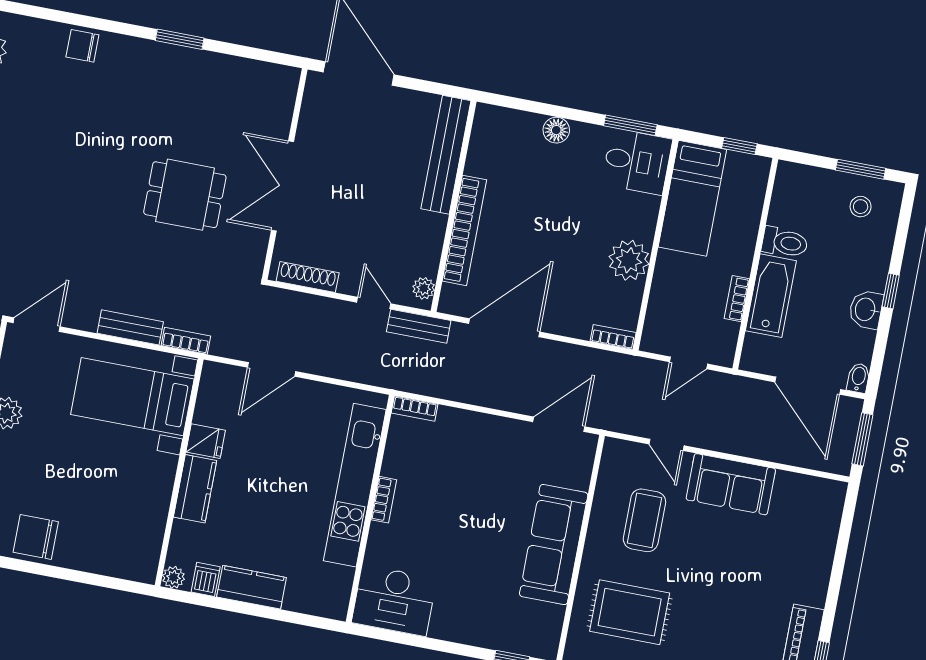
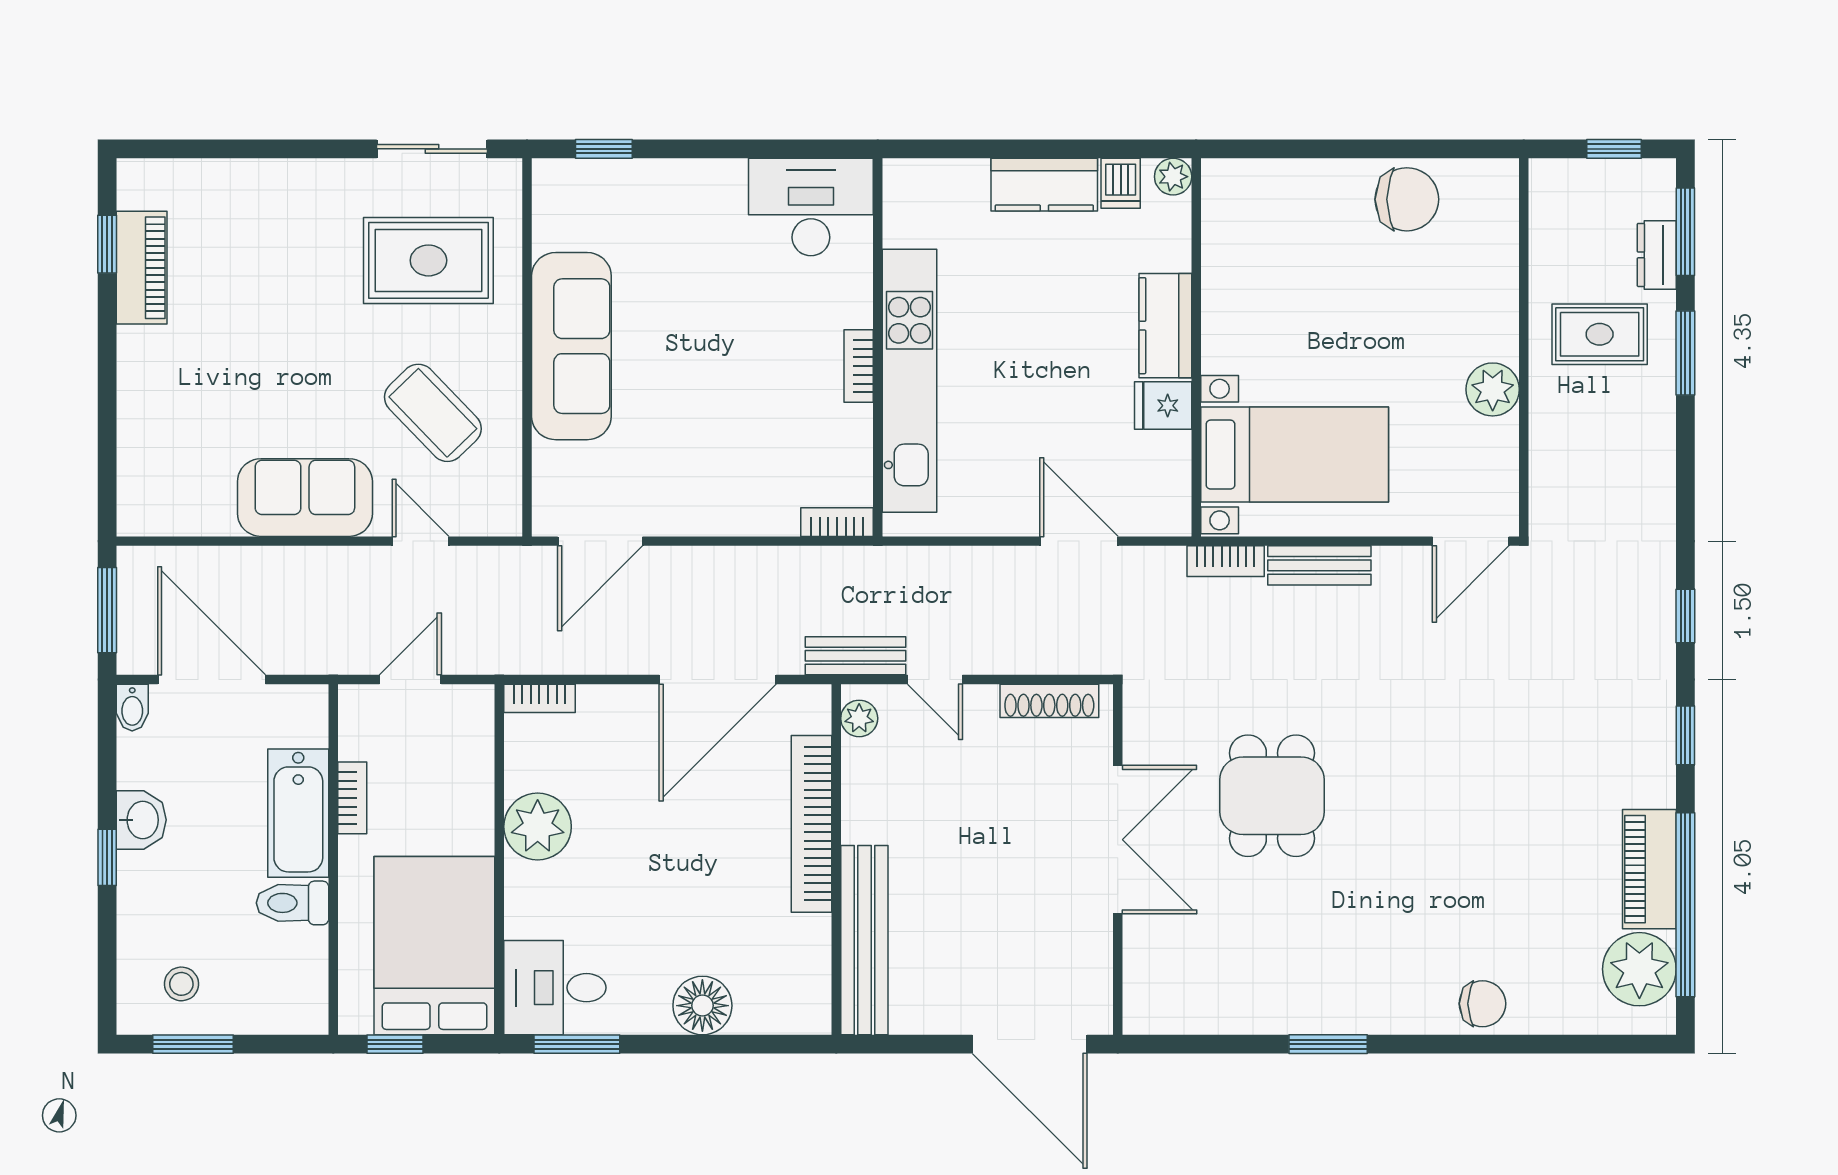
floor lamp: (556, 130) -> (702, 1006), width x1.38, depth x1.38
dining table: (185, 195) -> (1272, 796), turned 90
bed: (692, 198) -> (434, 946), width x1.50
door: (272, 369) -> (1079, 541), hinge flipped
coffee table: (644, 520) -> (433, 413), turned -44

